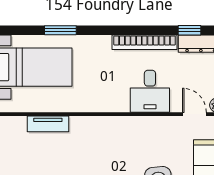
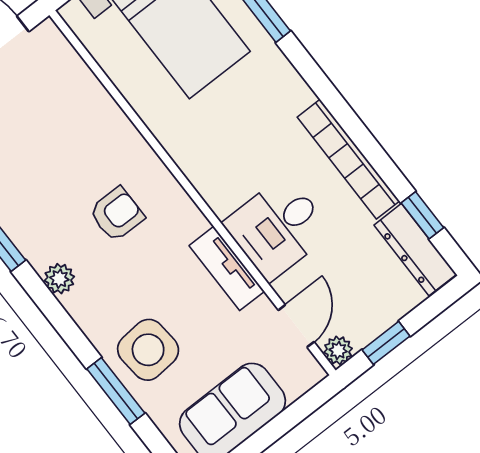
tv unit: (48, 124) -> (227, 268), moved
armchair: (95, 151) -> (117, 214), added

